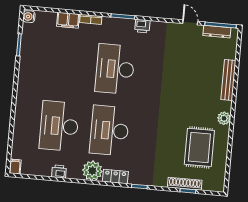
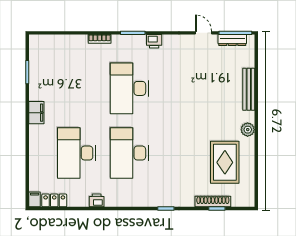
water cooler: (29, 17) -> (35, 42), removed
filing cabinet: (68, 20) -> (36, 113), moved, turned -90
printer: (59, 171) -> (97, 200), moved
plant: (92, 171) -> (115, 197), removed
locker: (115, 177) -> (54, 200), moved

